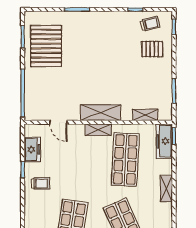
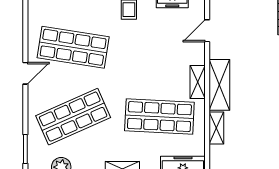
shelving: (145, 115) -> (216, 128), moved

